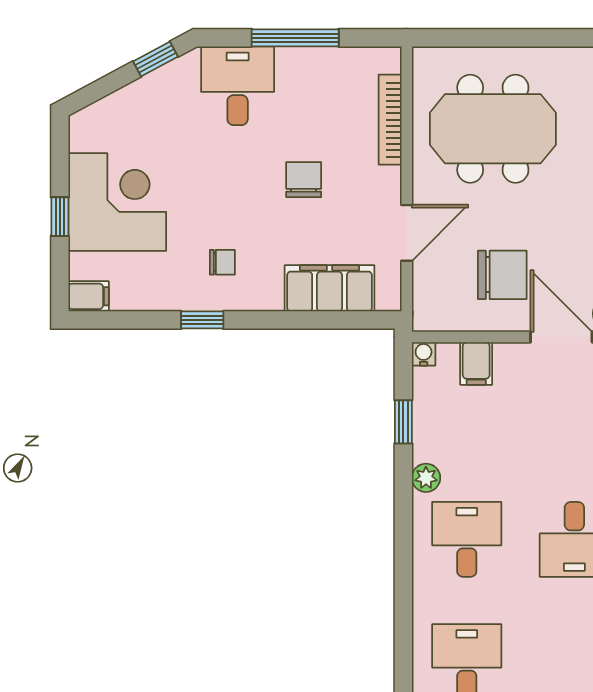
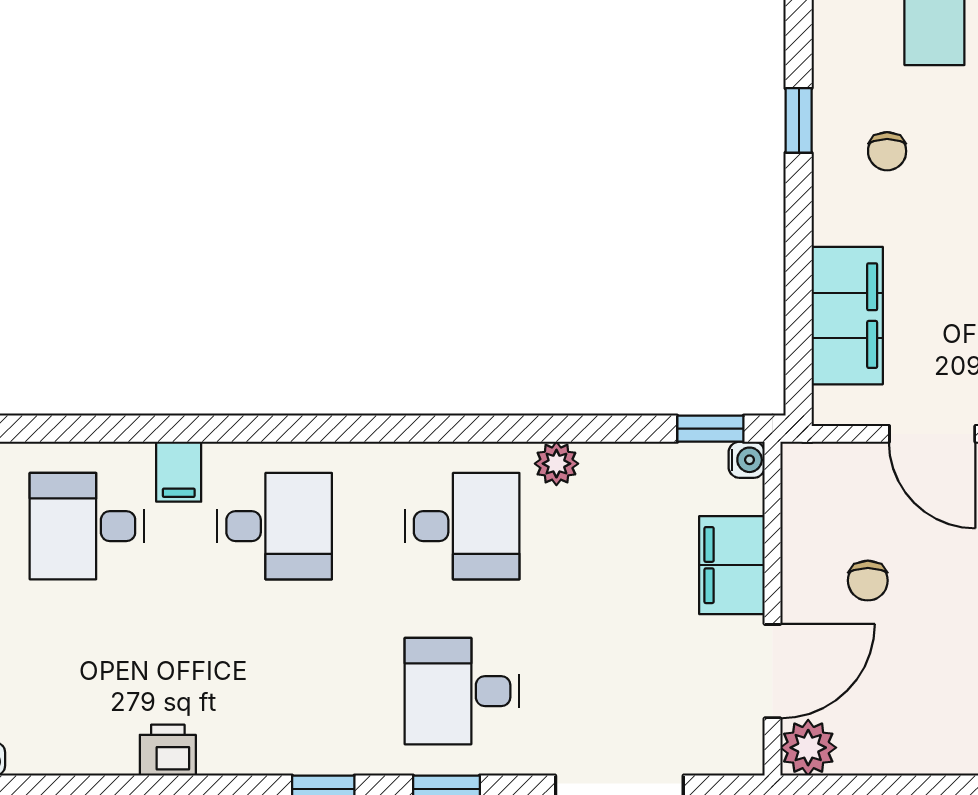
chair: (502, 275) -> (868, 581), width x0.54, depth x0.54
filing cabinet: (476, 363) -> (732, 565), width x2.00
window: (403, 422) -> (710, 429), moved

